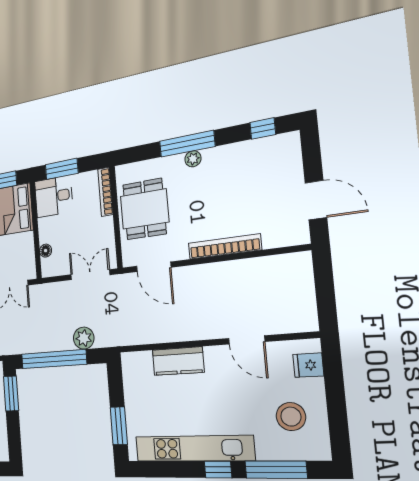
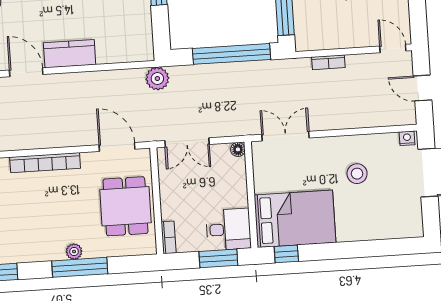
bookcase: (105, 192) -> (169, 237), width x0.64
floor lamp: (46, 251) -> (238, 149), moved
plant: (84, 338) -> (157, 79), moved
kitchen counter: (178, 361) -> (70, 54), moved

